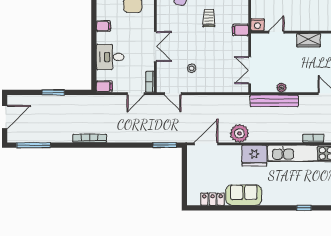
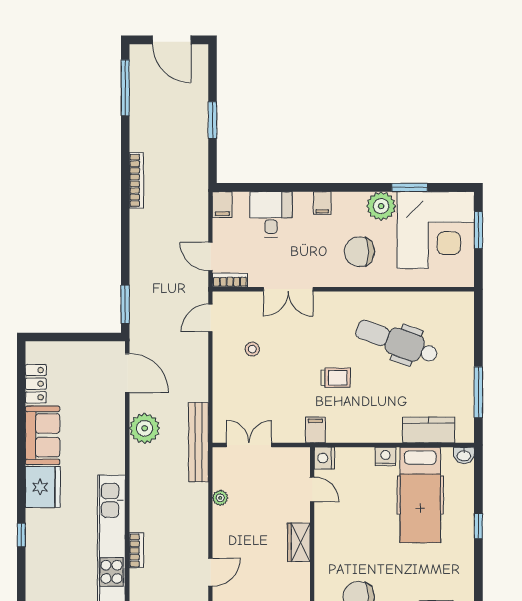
bench: (274, 101) -> (198, 442), moved
fridge: (254, 156) -> (43, 487), moved, turned 180

